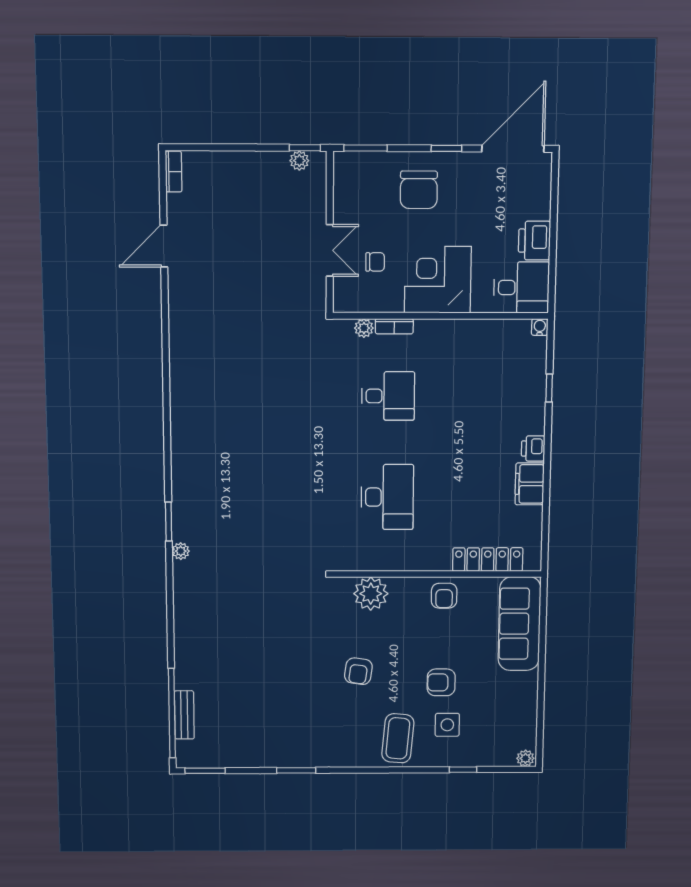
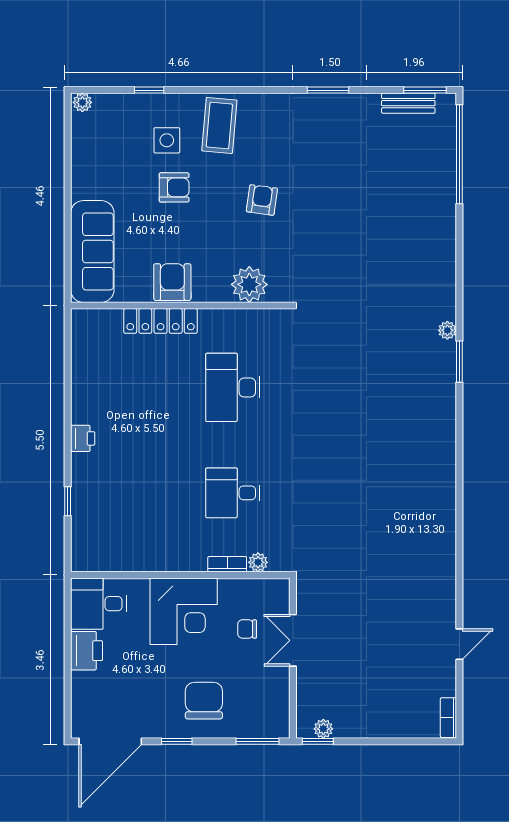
door: (164, 246) -> (459, 644), width x0.73
water cooler: (540, 327) -> (79, 564), removed
filing cabinet: (530, 484) -> (85, 401), removed
locker: (488, 559) -> (161, 321), moved
armchair: (444, 596) -> (172, 282), width x1.38, depth x1.38
bench: (184, 715) -> (408, 103), moved, turned 90

